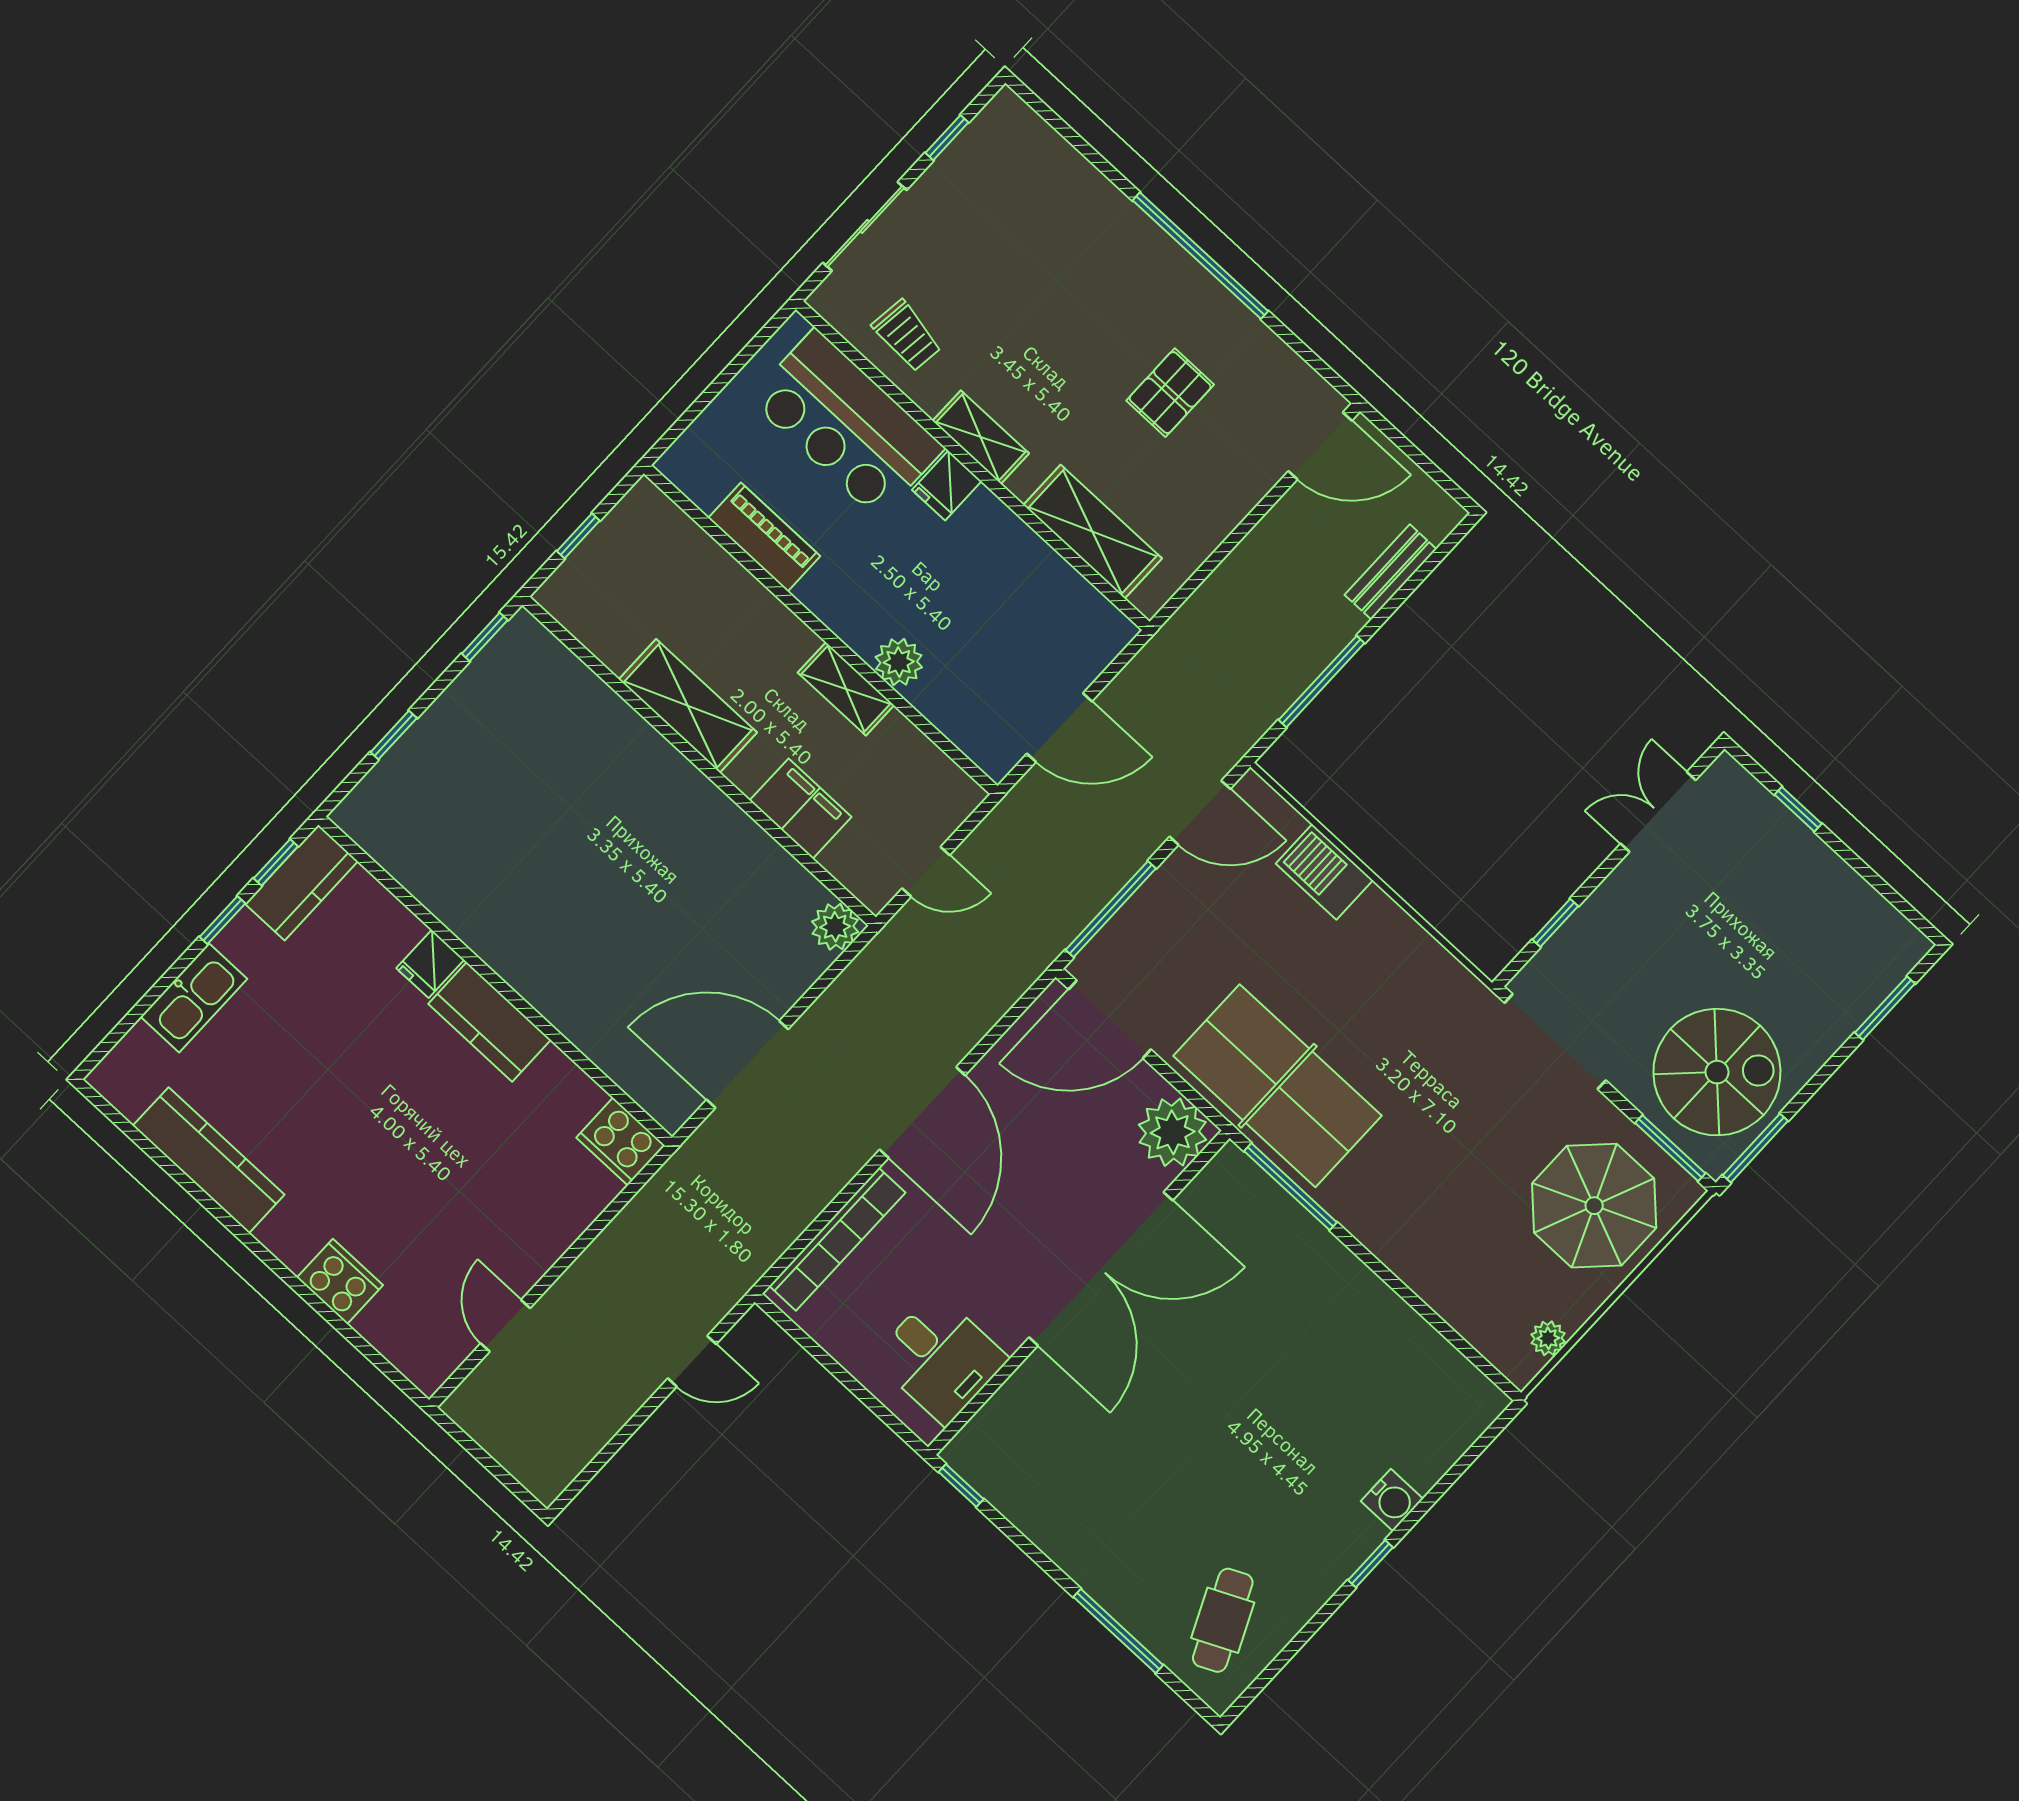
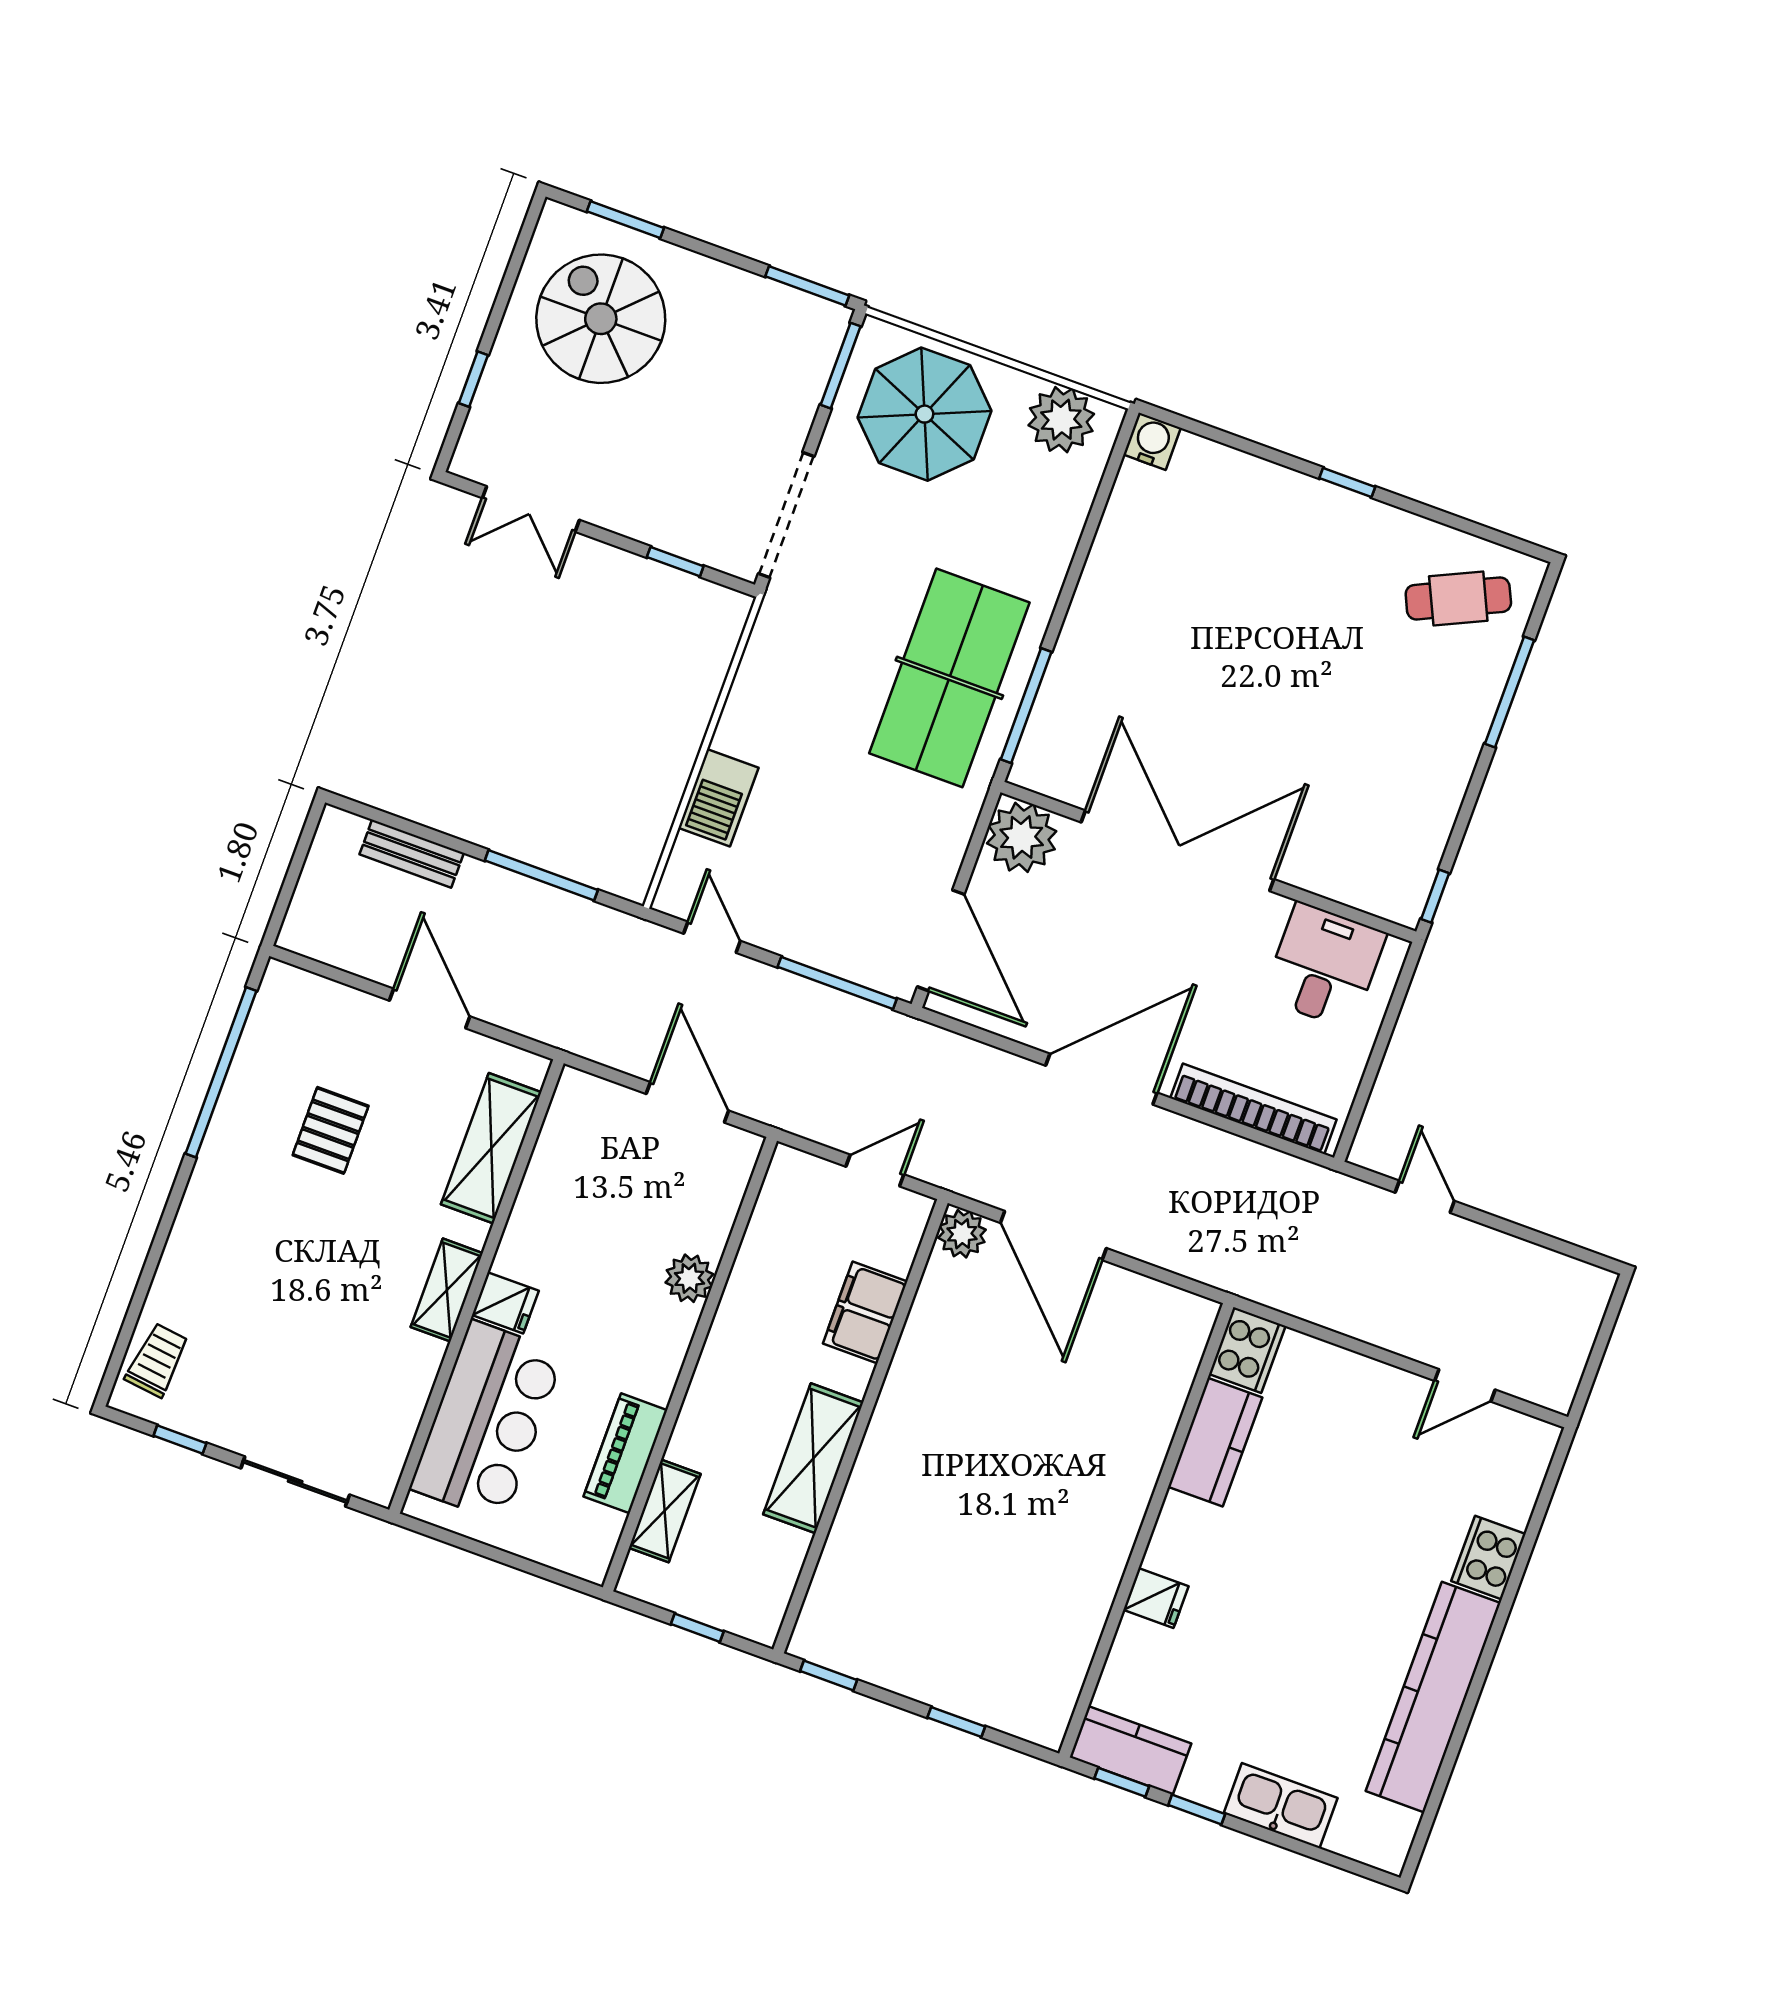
window: (1200, 256) -> (221, 1072), moved
trolley: (907, 336) -> (157, 1360), moved
pallet: (1170, 393) -> (331, 1130), turned 90
door: (1320, 446) -> (430, 1008), moved
shelving: (846, 689) -> (665, 1511), moved
door: (1200, 813) -> (712, 937), width x0.73
door: (926, 872) -> (875, 1171), hinge flipped
kitchen counter: (489, 1022) -> (1215, 1442), moved
door: (747, 1064) -> (1053, 1236), moved
spiral stairs: (1717, 1072) -> (601, 319), moved
table tennis table: (1278, 1086) -> (949, 678), moved
kitchen counter: (209, 1160) -> (1433, 1697), width x1.39, depth x1.17
plant: (1548, 1338) -> (1061, 420), width x1.87, depth x1.87
water cooler: (1392, 1500) -> (1152, 441), moved

